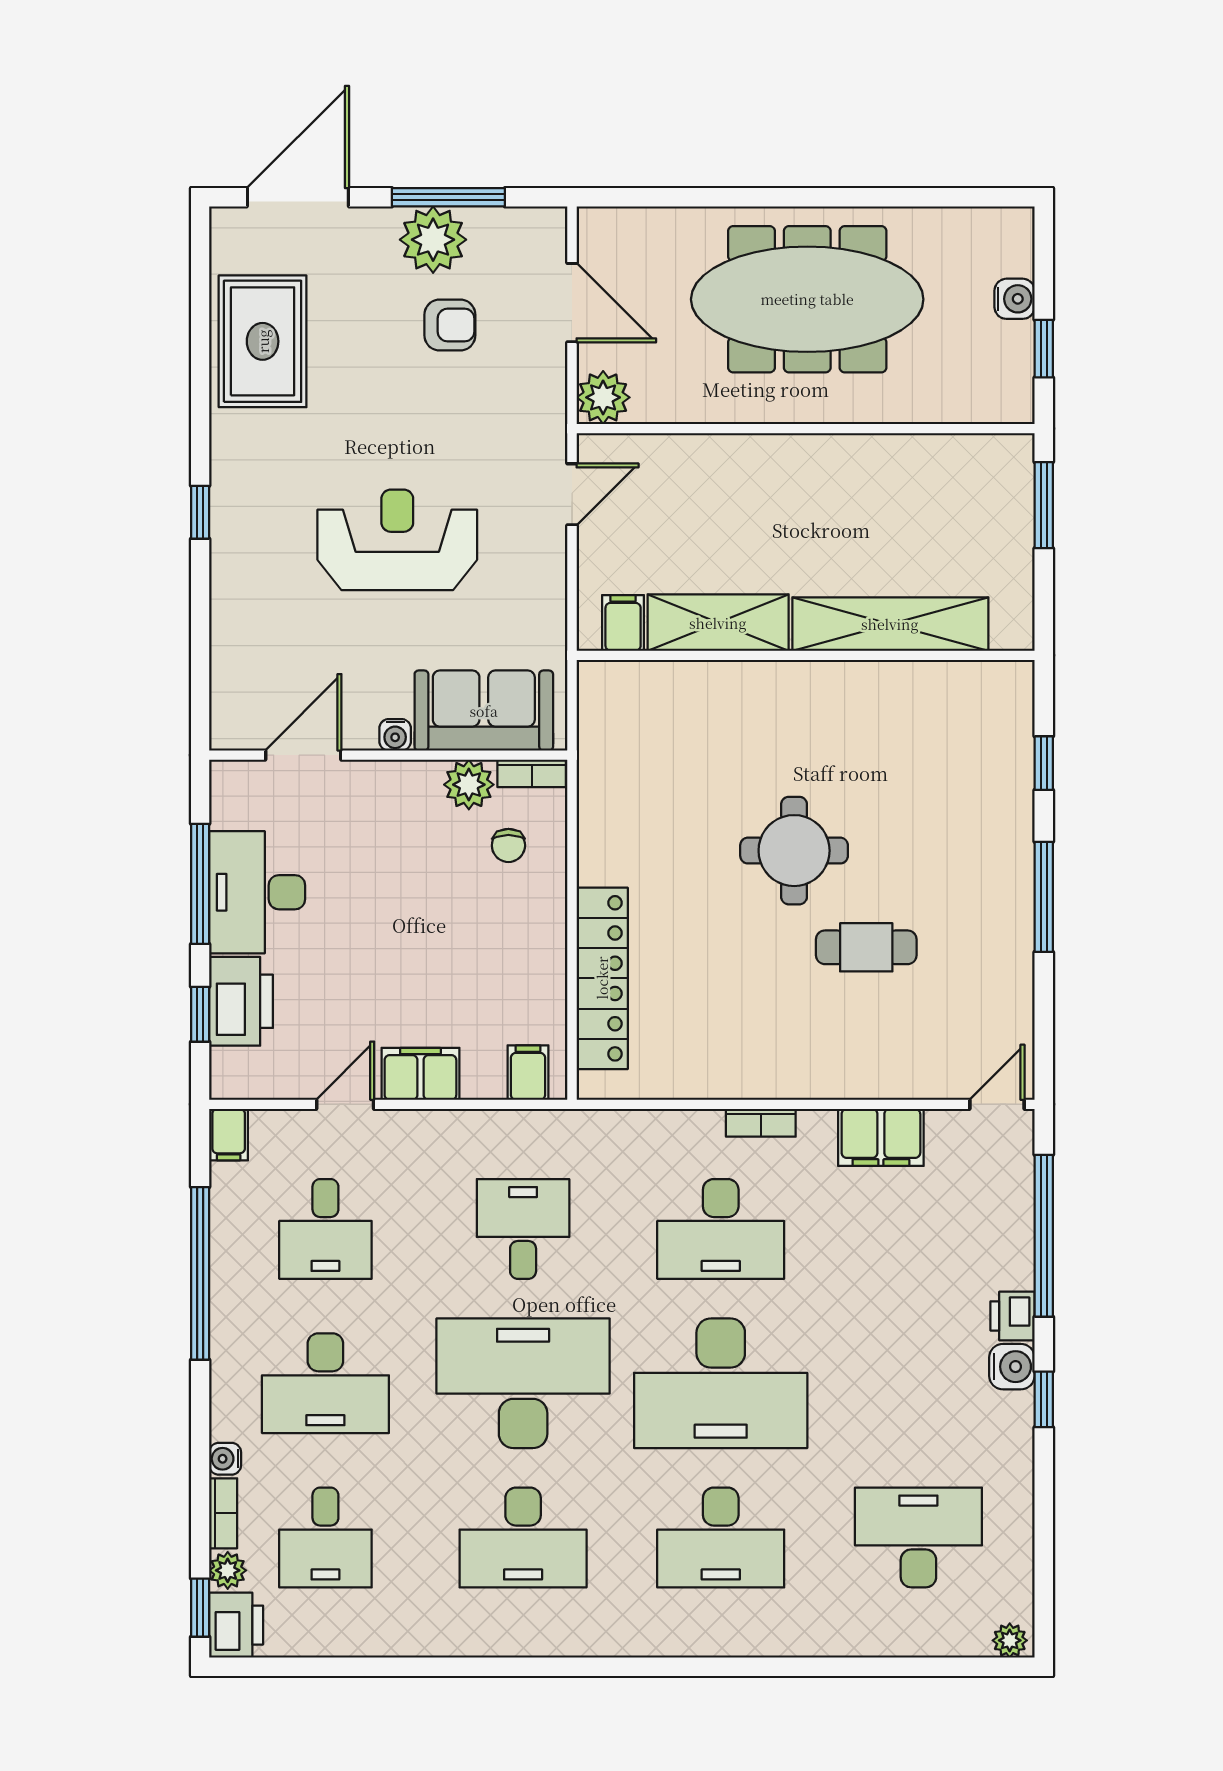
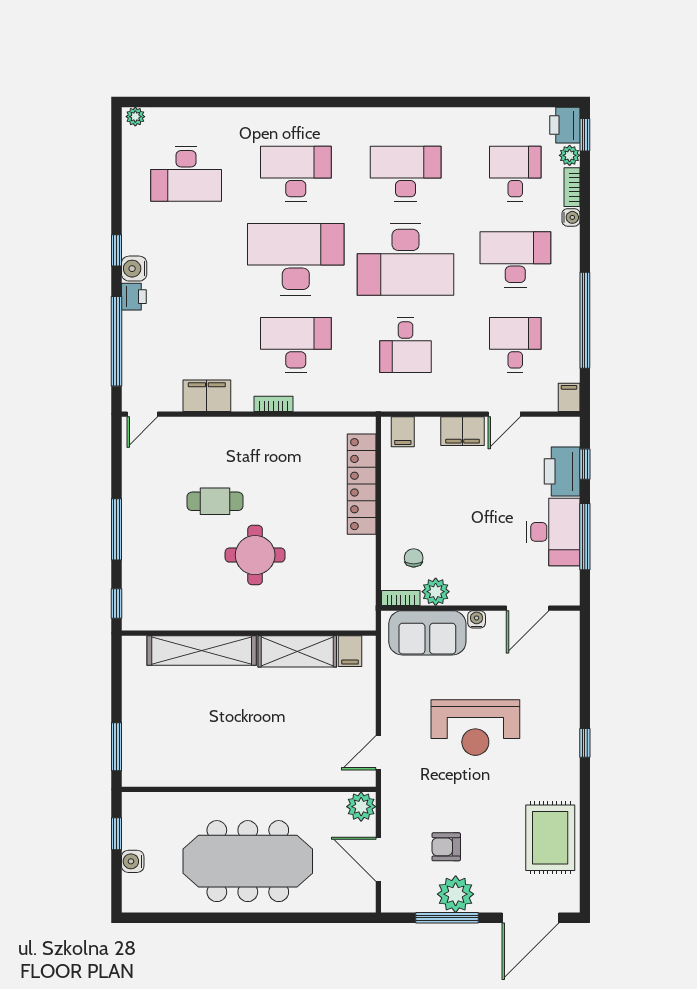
filing cabinet: (623, 623) -> (350, 651), moved
shelving: (718, 623) -> (297, 651), moved
shelving: (890, 624) -> (202, 651), moved
wall: (806, 655) -> (249, 633), moved

